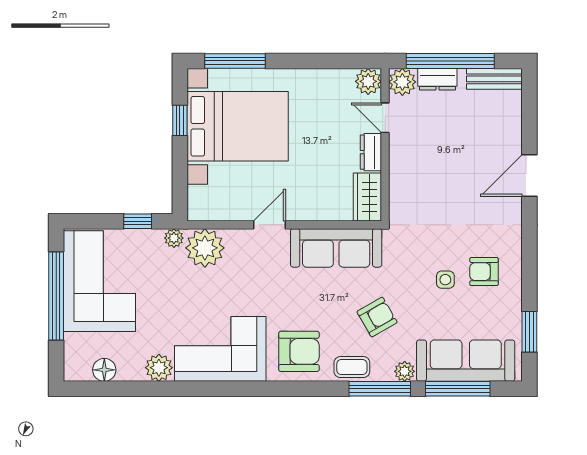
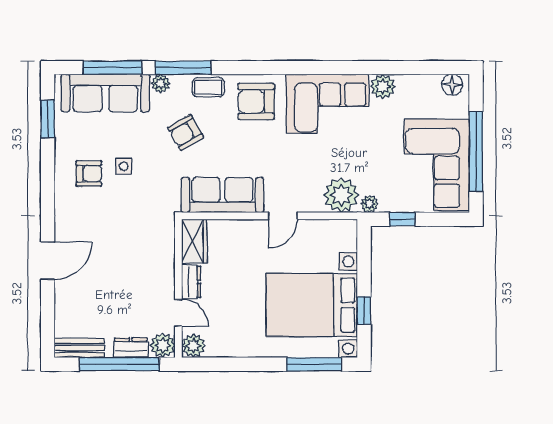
floor lamp: (104, 370) -> (452, 85), moved

